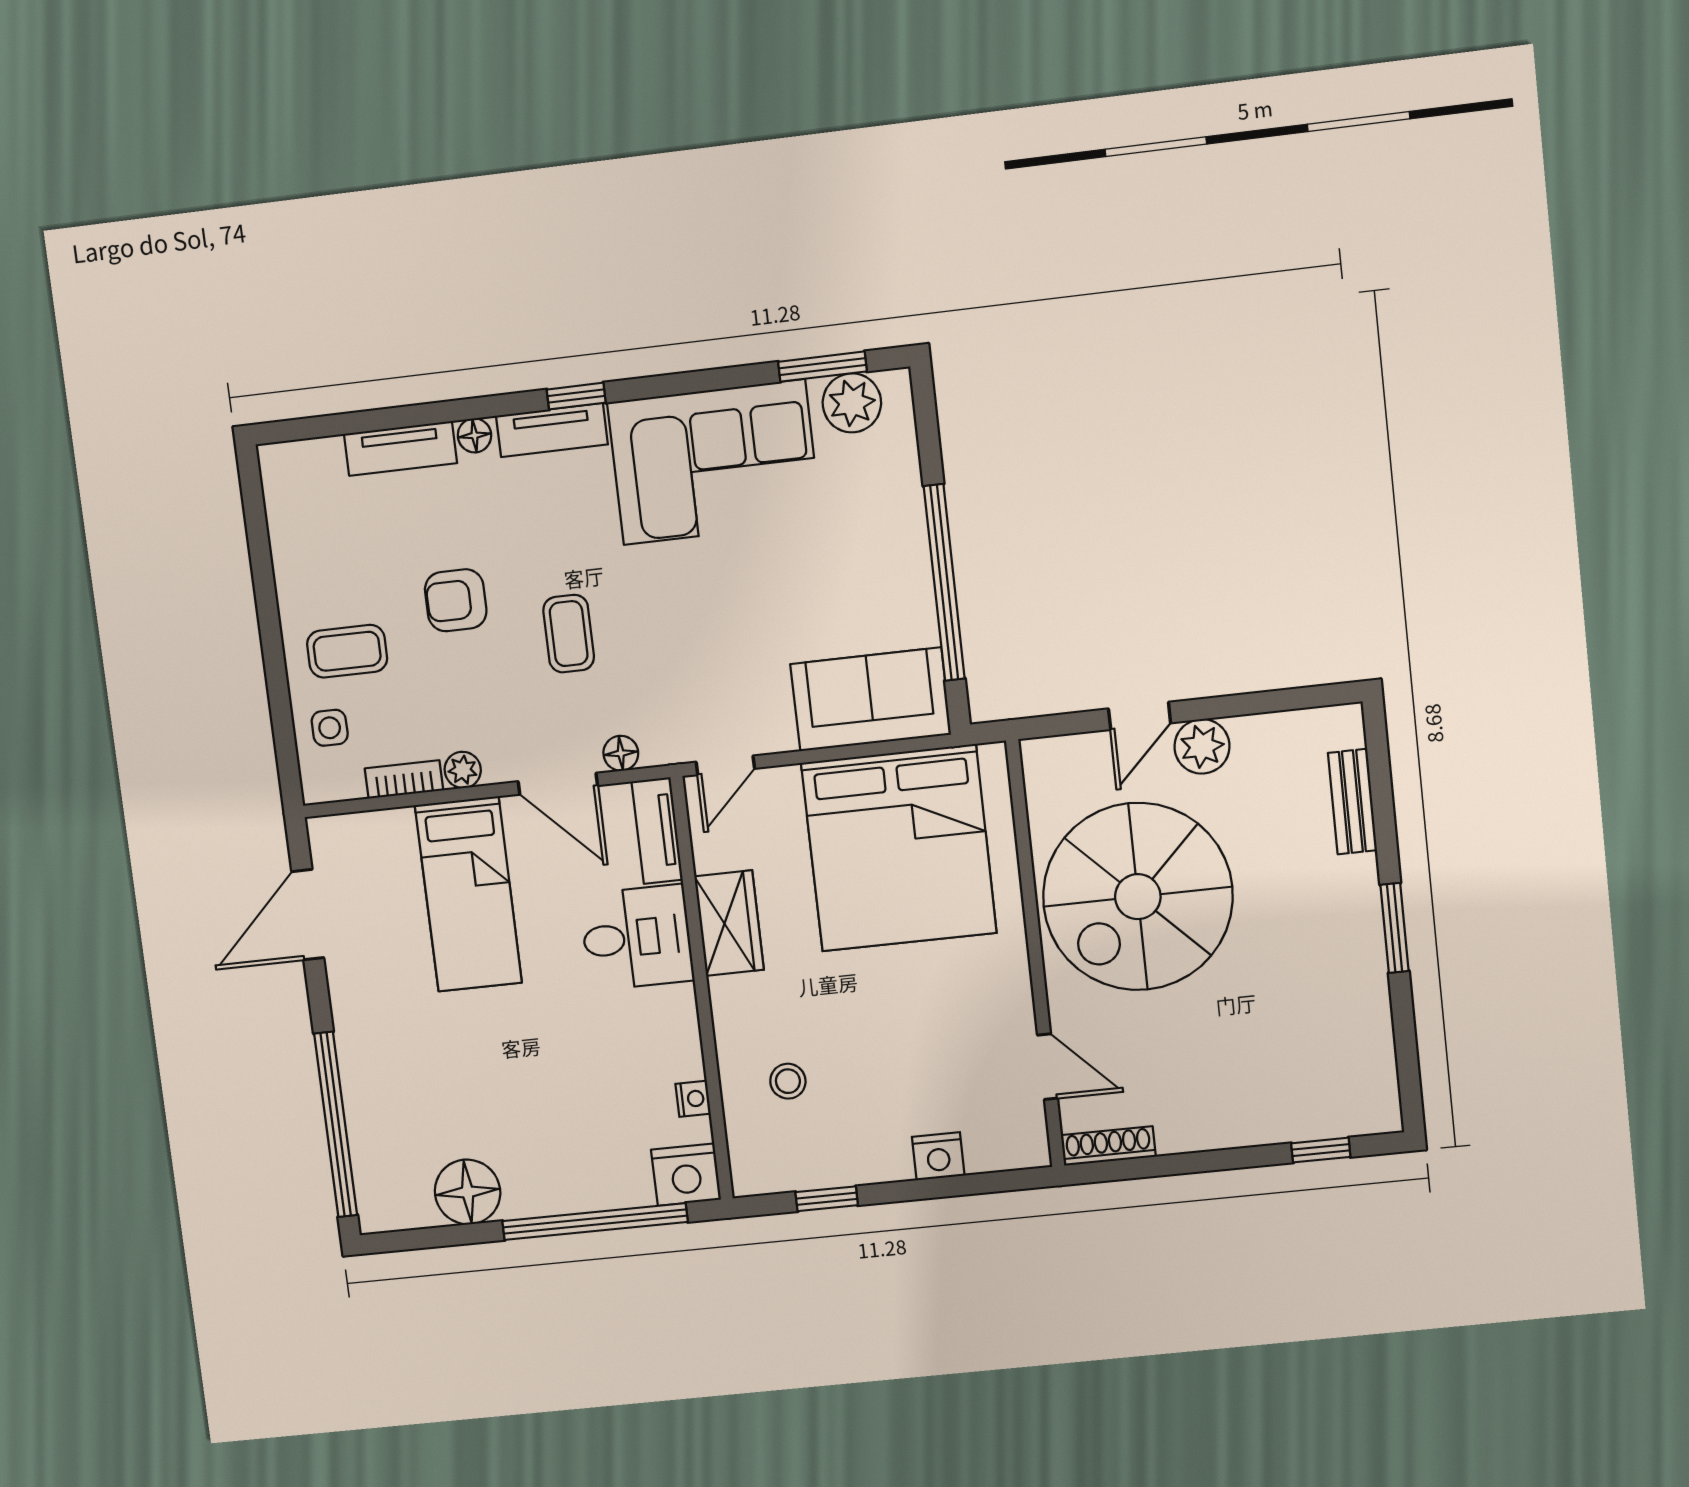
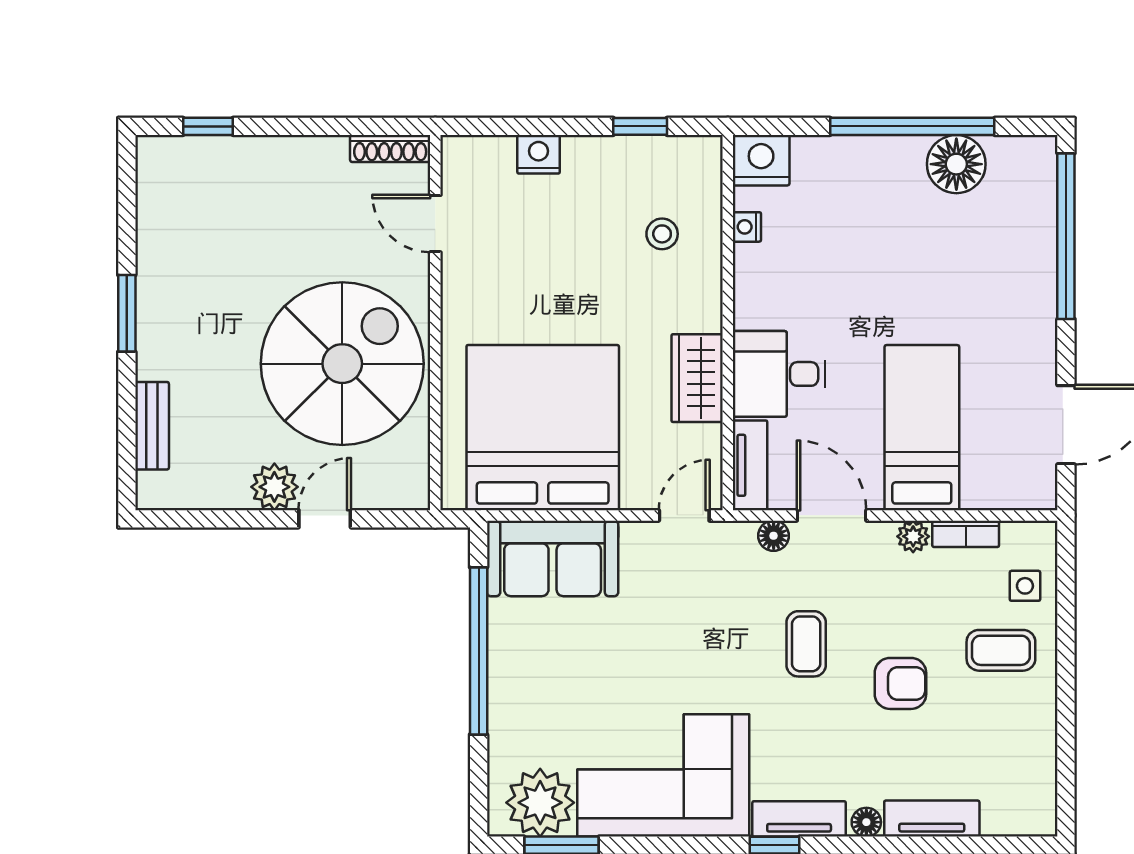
plant: (852, 403) -> (540, 803), width x1.36, depth x1.36
window: (595, 1222) -> (912, 126), moved

